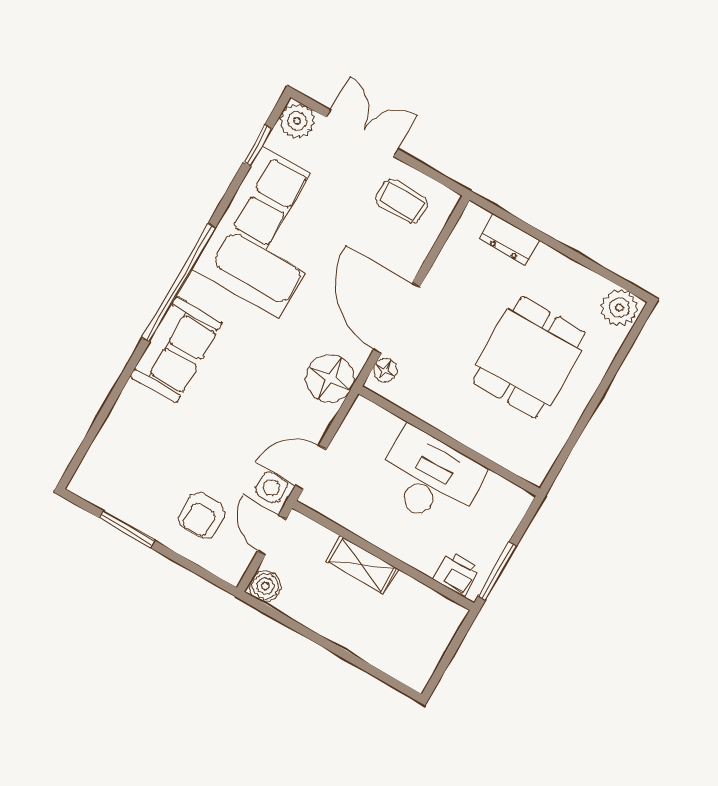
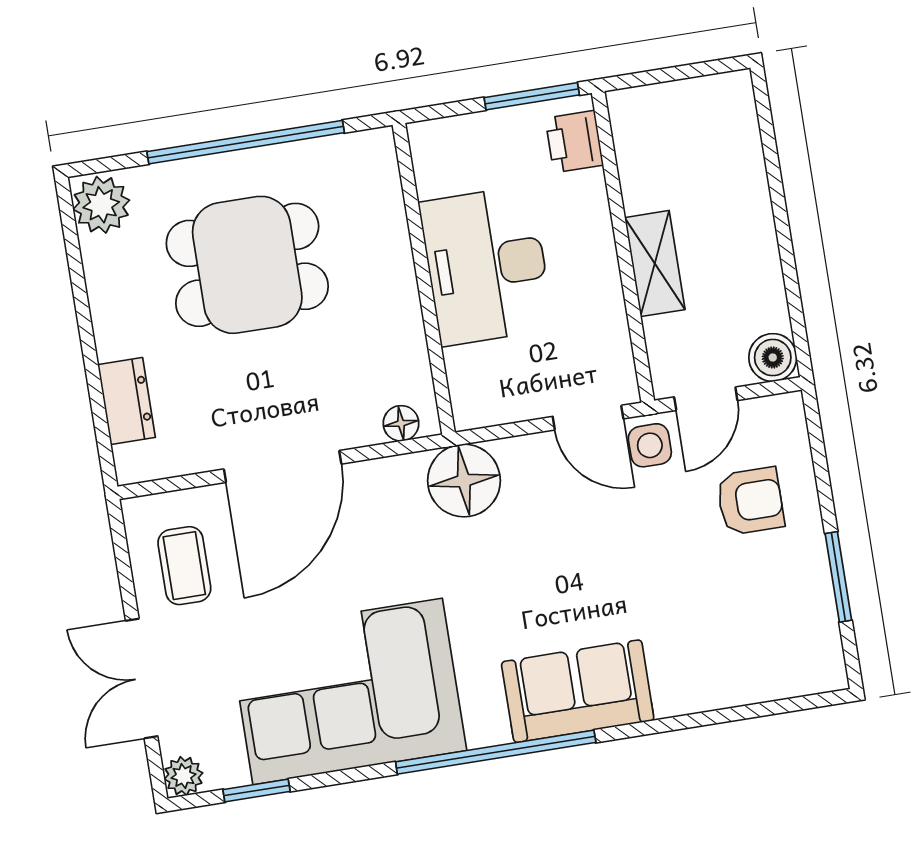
plant: (297, 121) -> (183, 776), width x0.73, depth x0.73
door: (397, 318) -> (283, 467), moved
window: (592, 407) -> (246, 142), added

